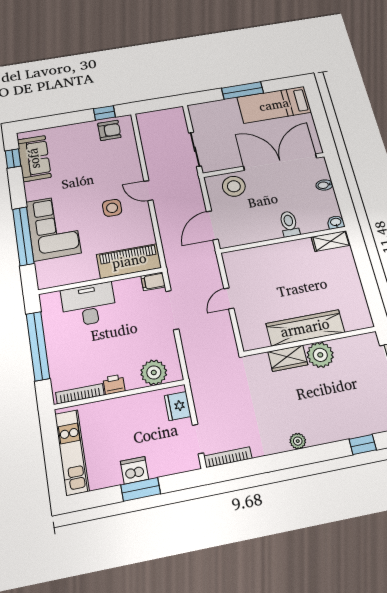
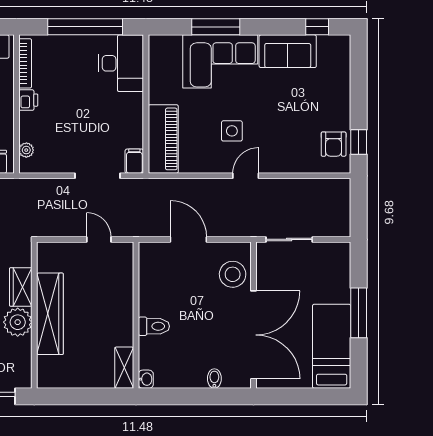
sofa: (34, 158) -> (288, 51), moved
washbasin: (336, 222) -> (146, 379), moved
toilet: (289, 224) -> (154, 326), moved
window: (23, 236) -> (216, 27), width x0.68
wall: (283, 240) -> (136, 315), moved
shelving: (331, 241) -> (124, 368), moved
desk: (89, 304) -> (121, 63), moved
plant: (154, 372) -> (26, 150), width x0.53, depth x0.53

